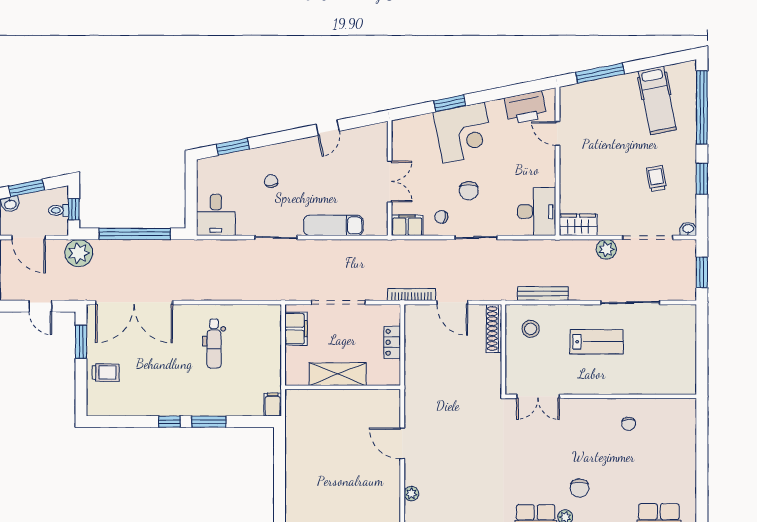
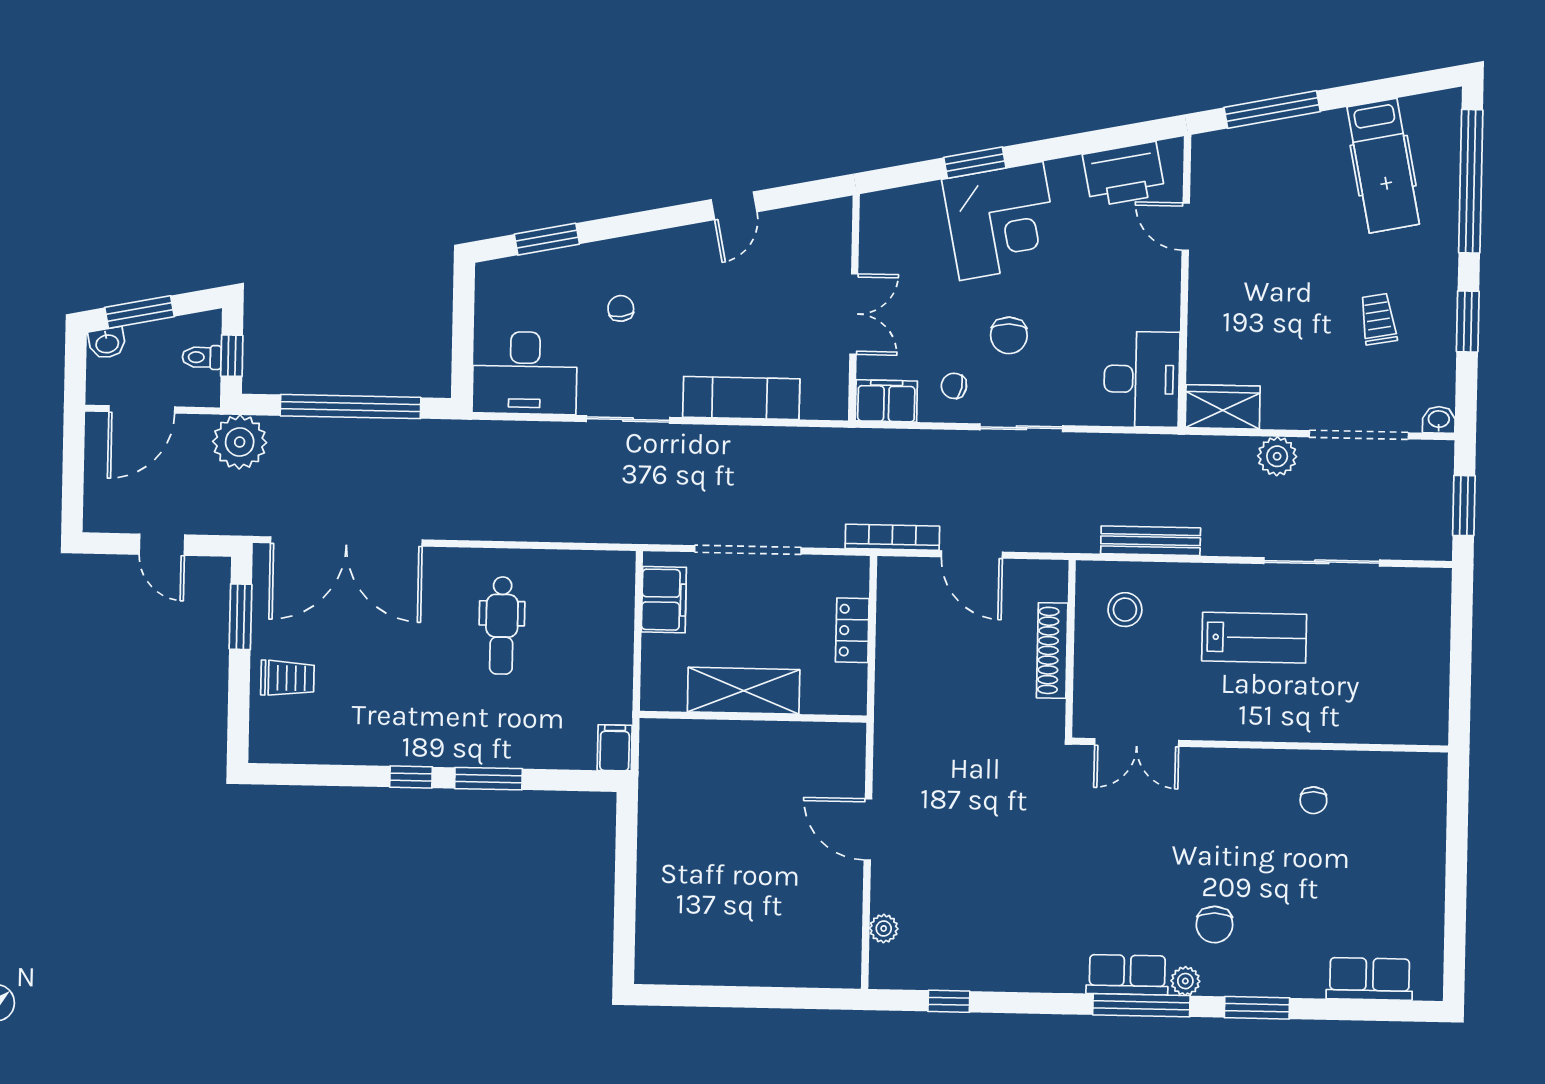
desk: (216, 215) -> (525, 373), width x1.37
door: (29, 238) -> (142, 409), hinge flipped
shoe rack: (494, 329) -> (1052, 650), moved

